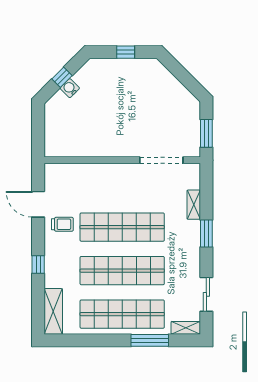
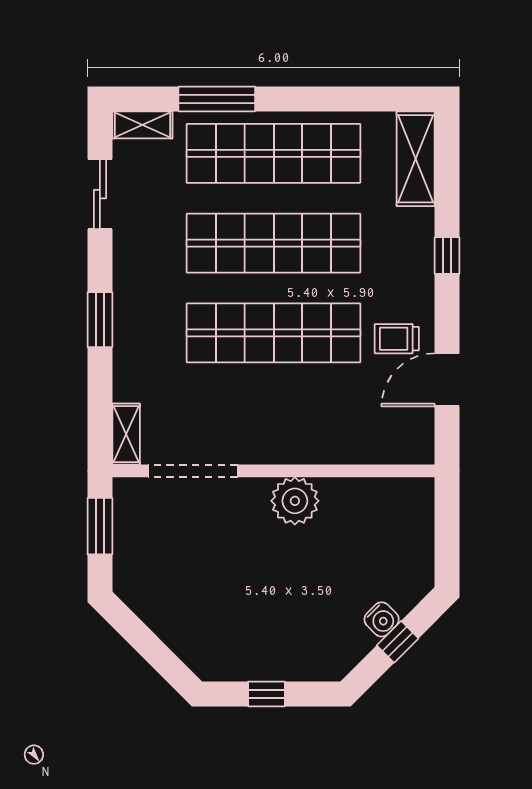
plant: (112, 146) -> (295, 501), added
door: (38, 204) -> (447, 380), swing flipped
shelving: (194, 205) -> (126, 434), moved

